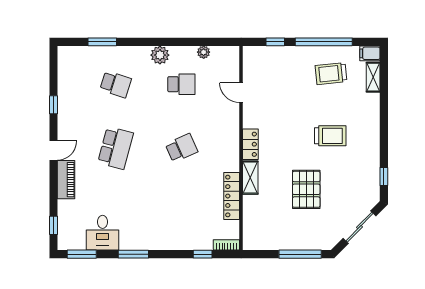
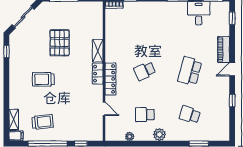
locker: (232, 196) -> (110, 79), moved

